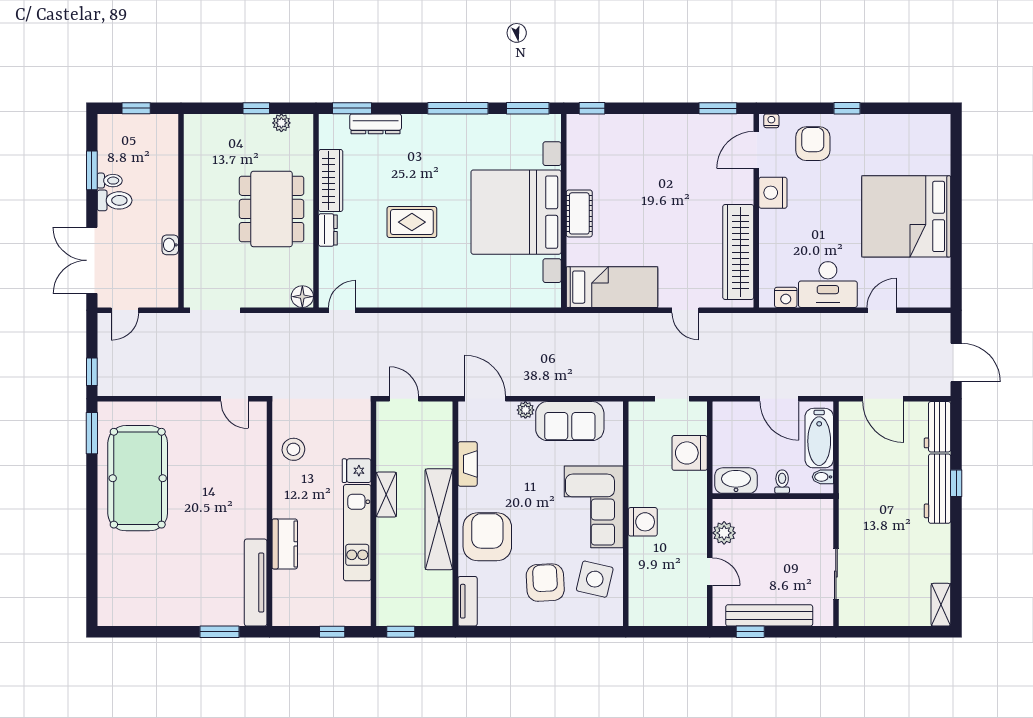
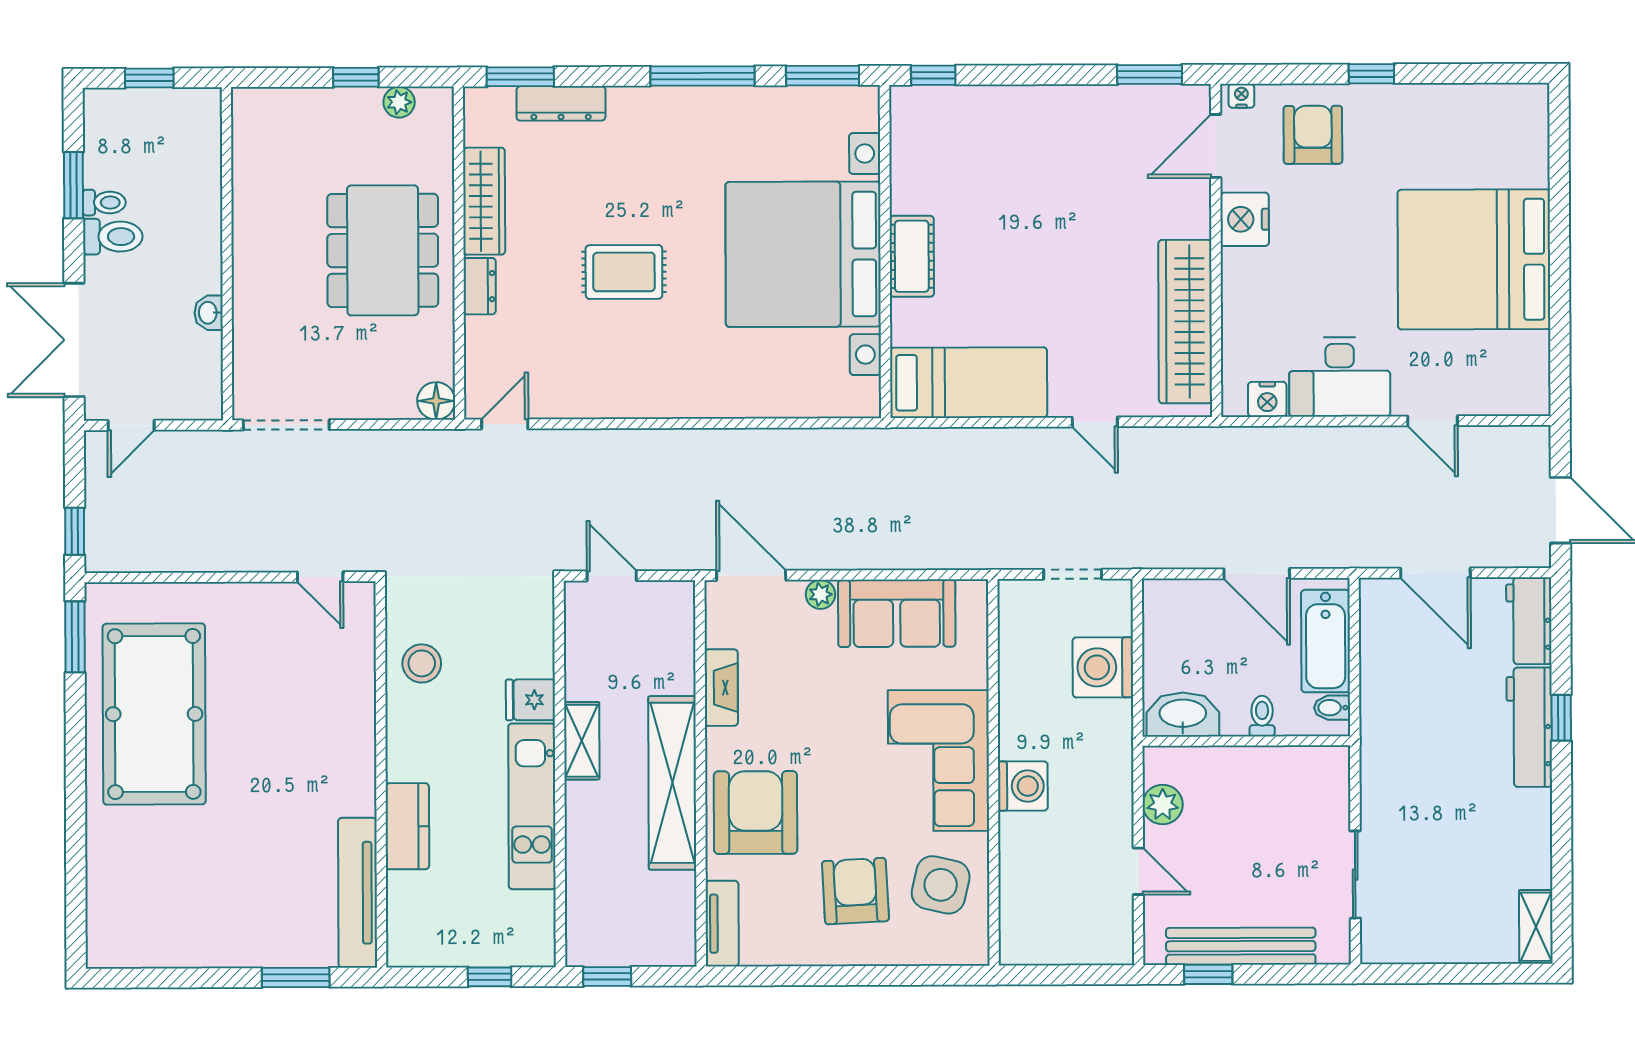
door: (882, 310) -> (1432, 421), swing flipped

